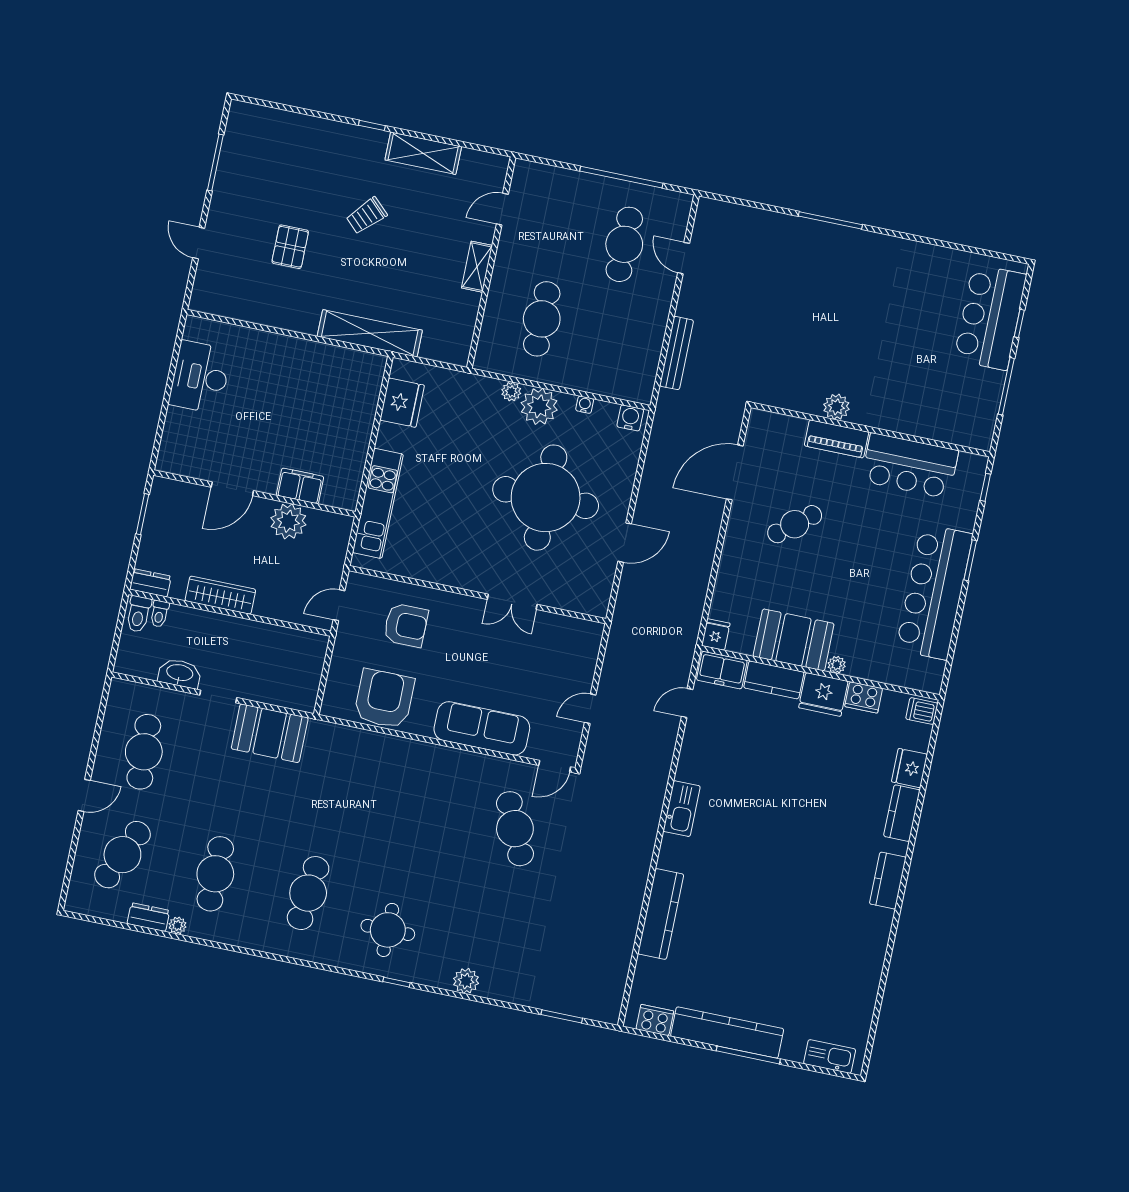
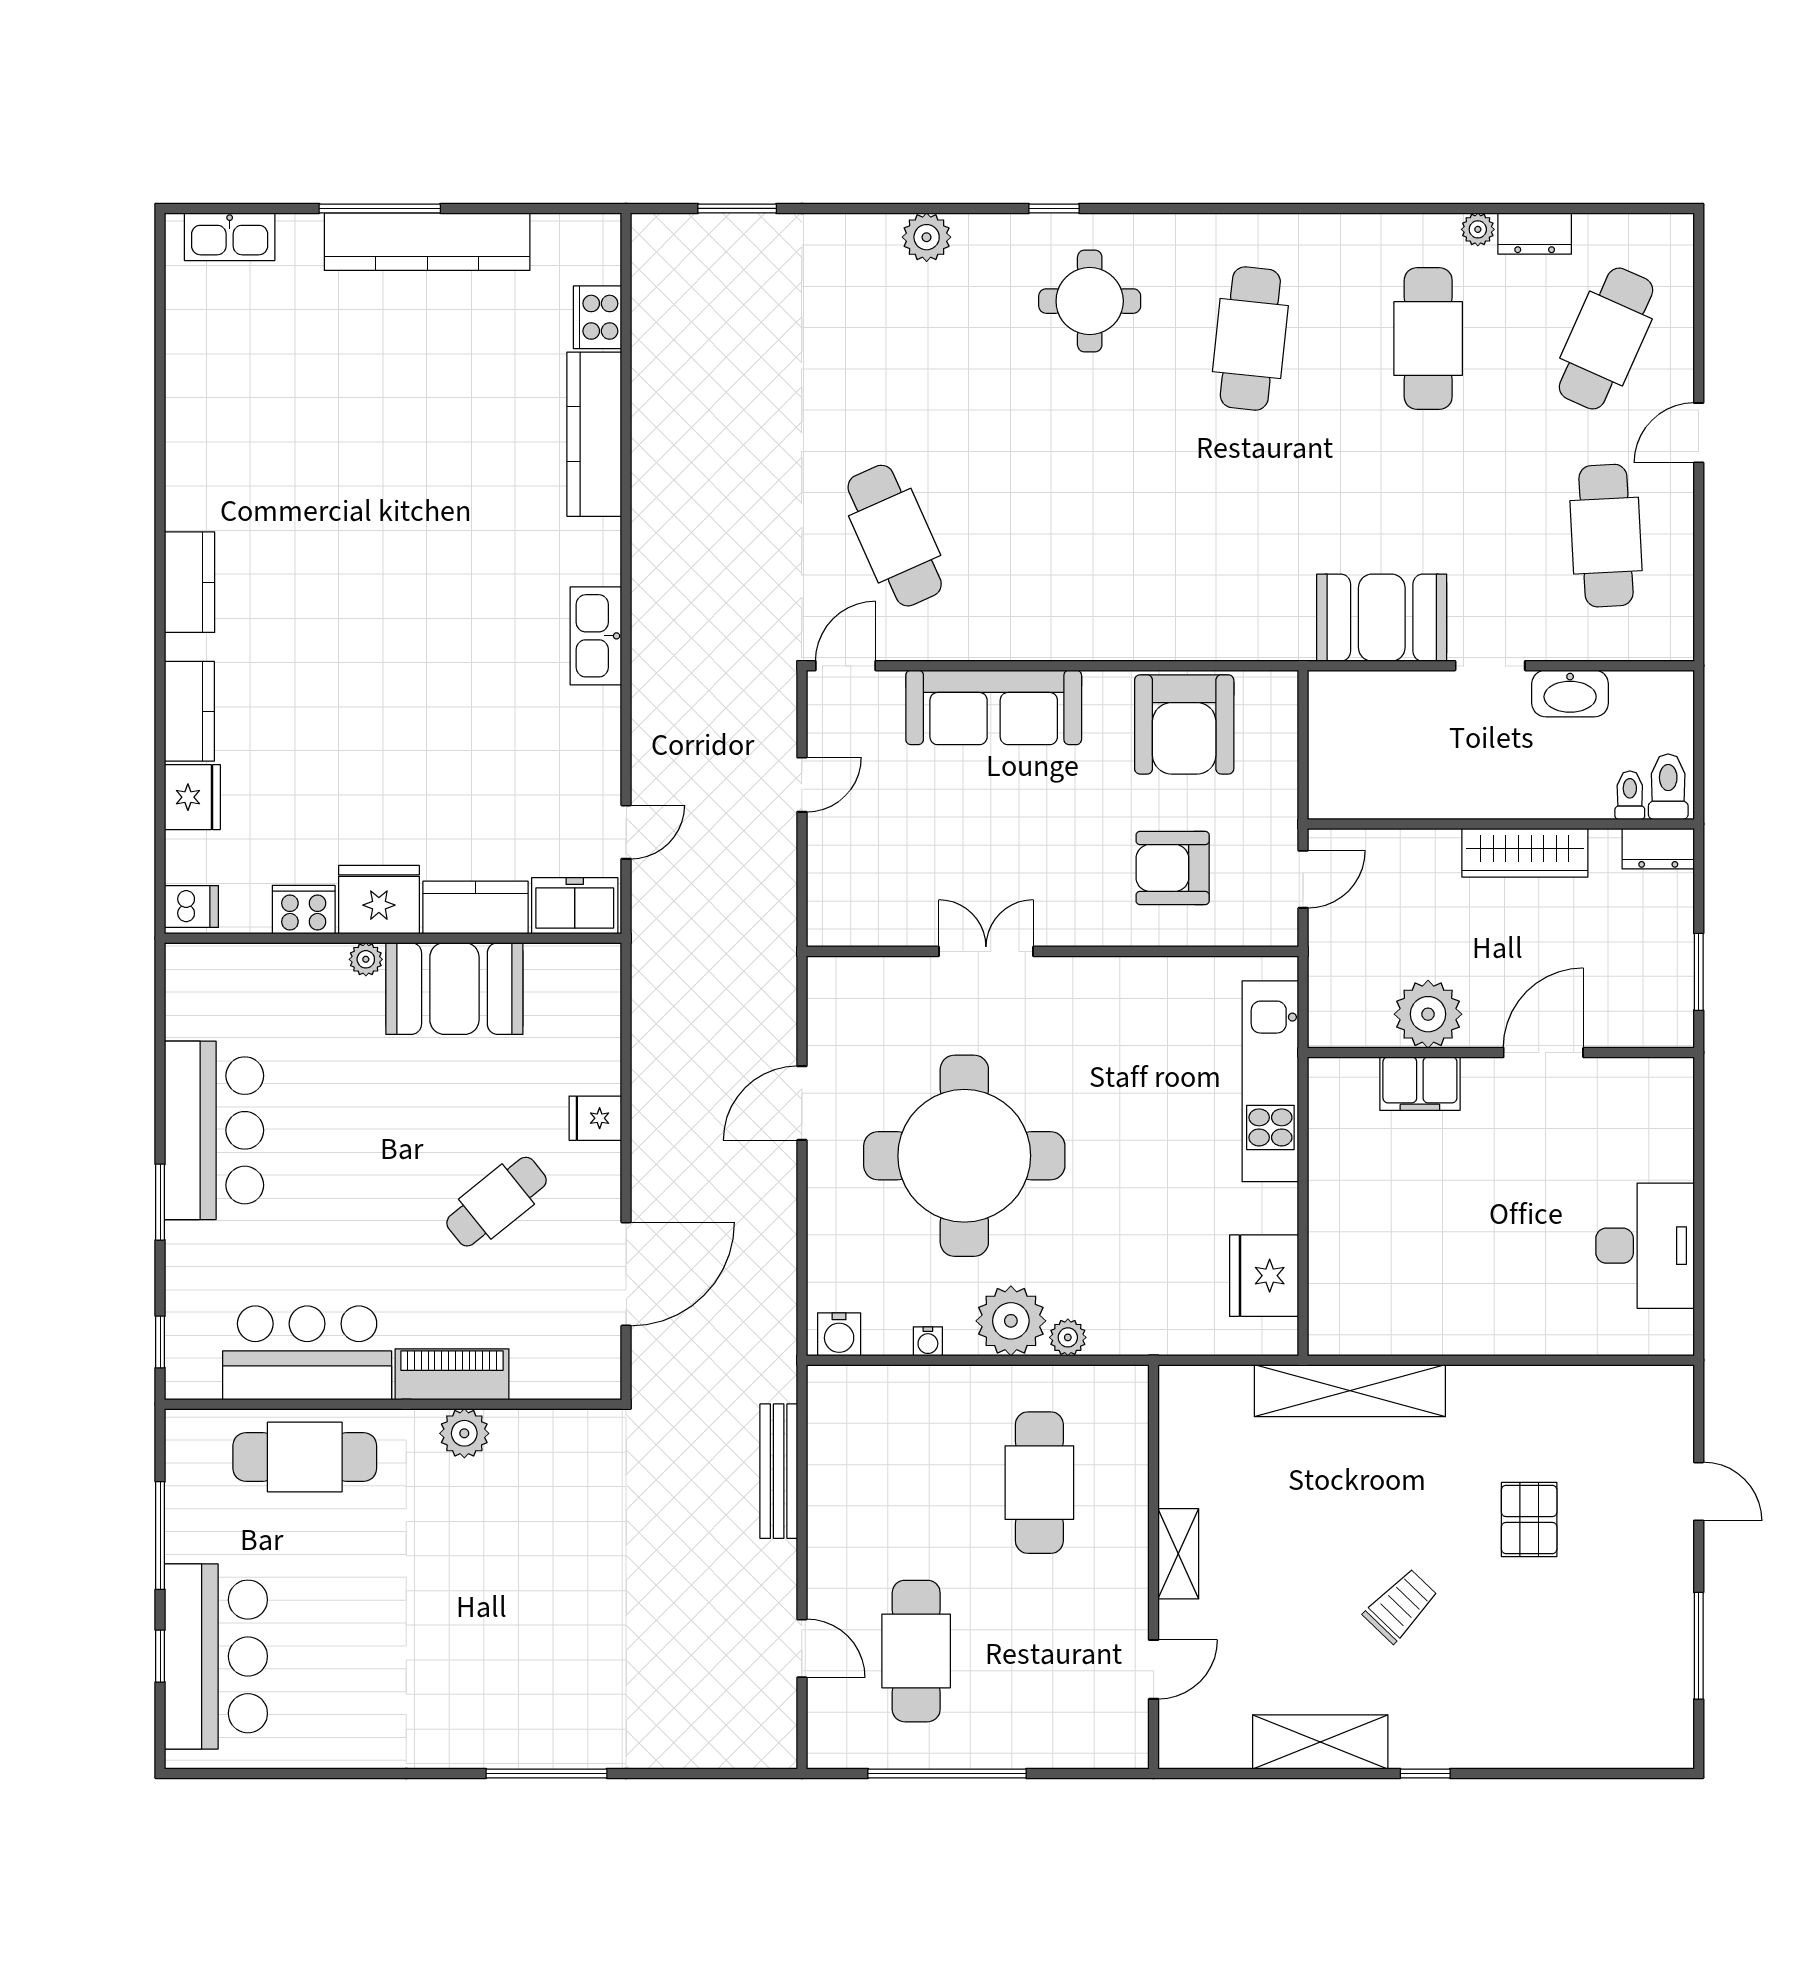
cafe table: (922, 412) -> (305, 1457), added
bar counter: (934, 592) -> (214, 1130), width x0.73
fridge: (716, 634) -> (595, 1118), moved, turned 90
cooker: (655, 1020) -> (597, 317), moved, turned 90

